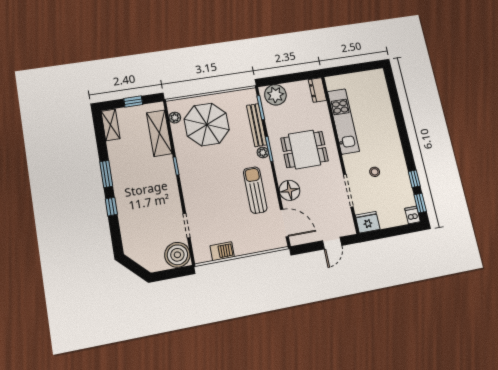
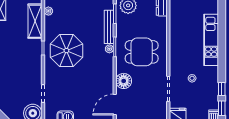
kitchen unit: (343, 121) -> (211, 40), moved, turned 180
parasol: (207, 124) -> (66, 51), moved
sun lounger: (255, 190) -> (98, 76), removed
door: (284, 223) -> (115, 104), swing flipped

